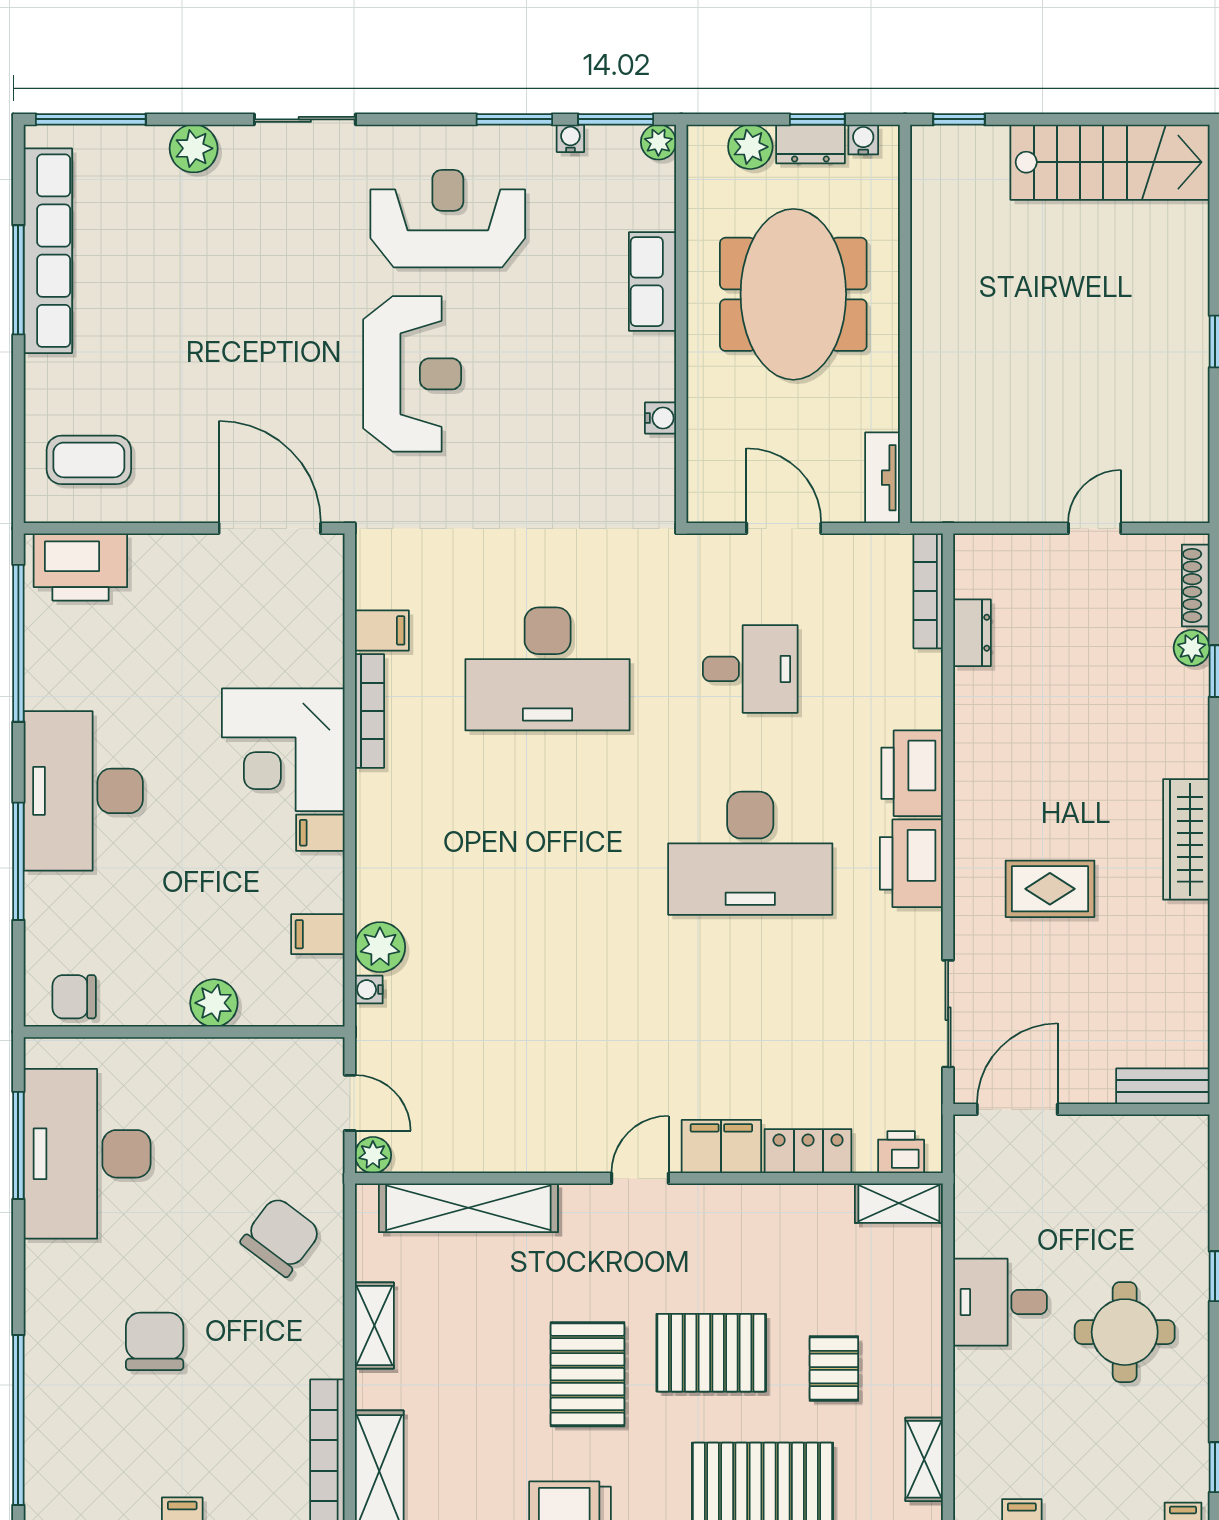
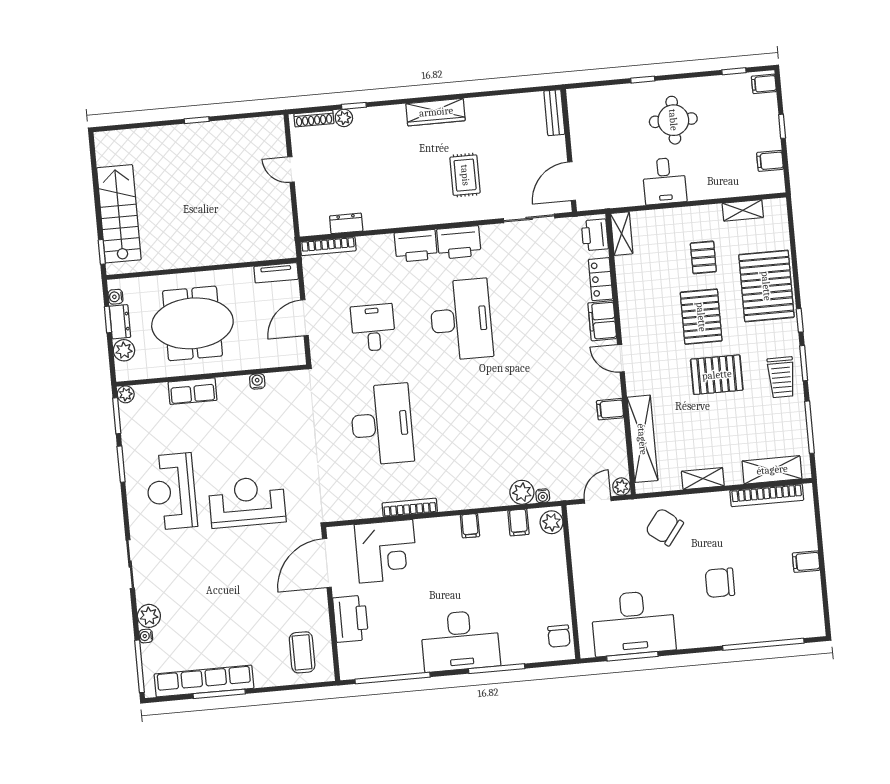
water cooler: (570, 138) -> (146, 636), moved
stairs: (1110, 162) -> (119, 214), moved
printer: (80, 567) -> (351, 619), moved
filing cabinet: (382, 630) -> (610, 409), moved, turned -90
corner desk: (283, 750) -> (386, 551), moved
plant: (214, 1003) -> (552, 522), moved
door: (1017, 1109) -> (572, 181), hinge flipped
printer: (901, 1152) -> (595, 235), width x1.36, depth x1.24
pallet: (834, 1369) -> (703, 257), turned 90

